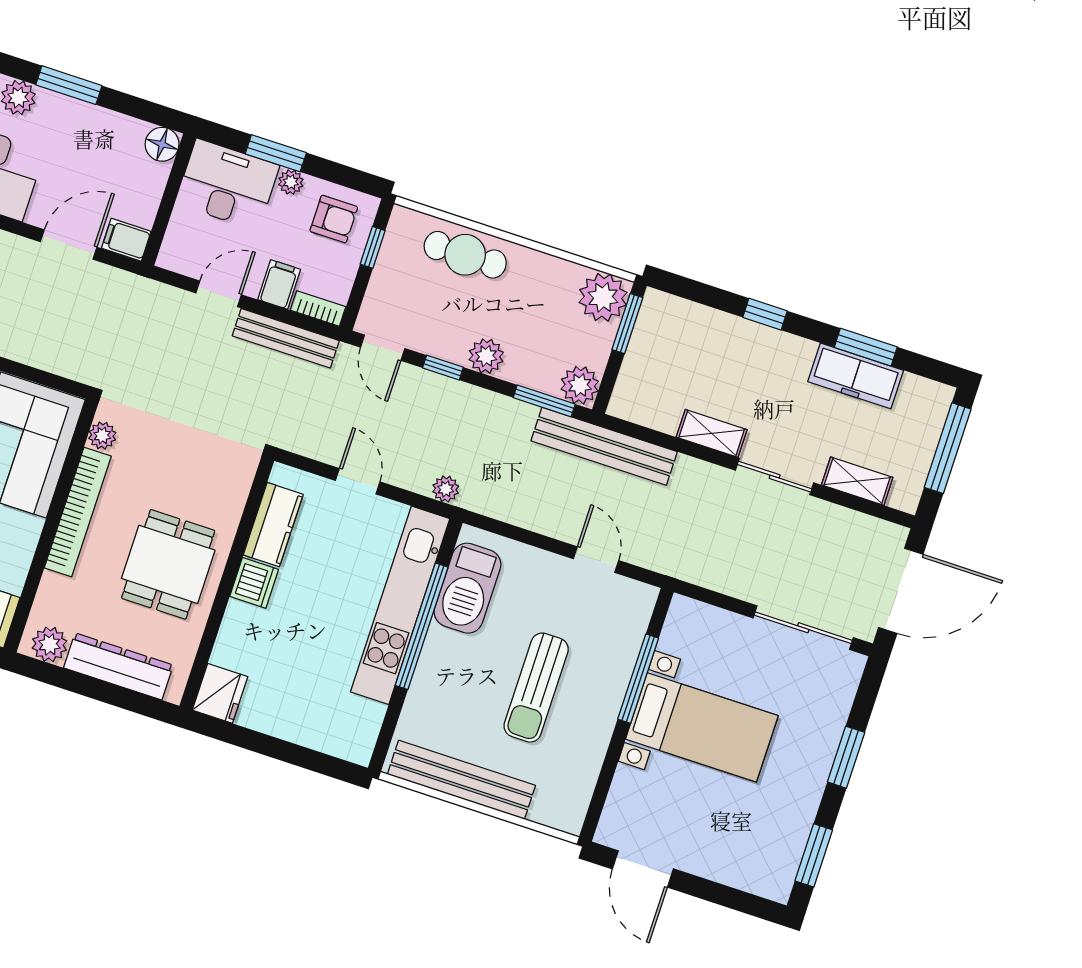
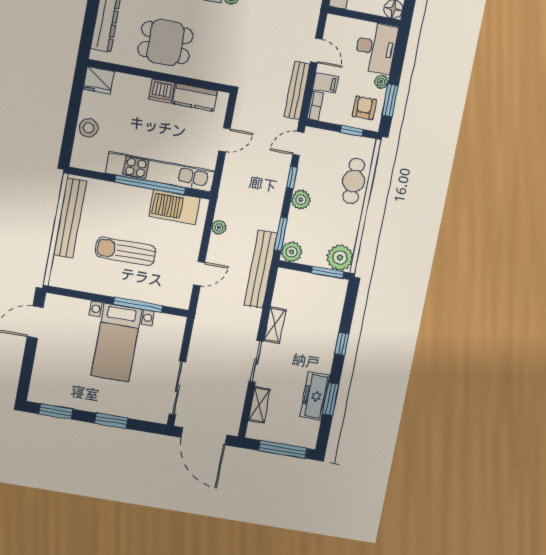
window: (276, 153) -> (390, 100), moved
armchair: (334, 219) -> (364, 108), turned 180
plant: (446, 489) -> (219, 227), moved
stool: (303, 723) -> (89, 128), added

